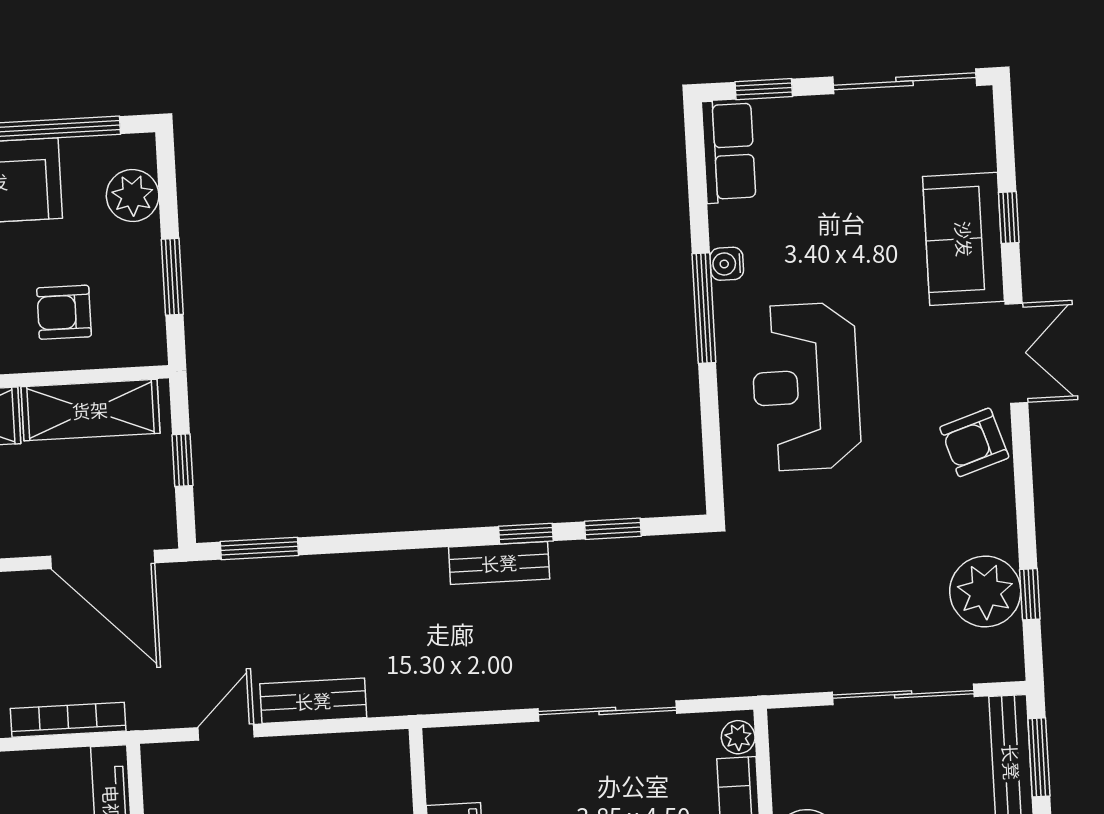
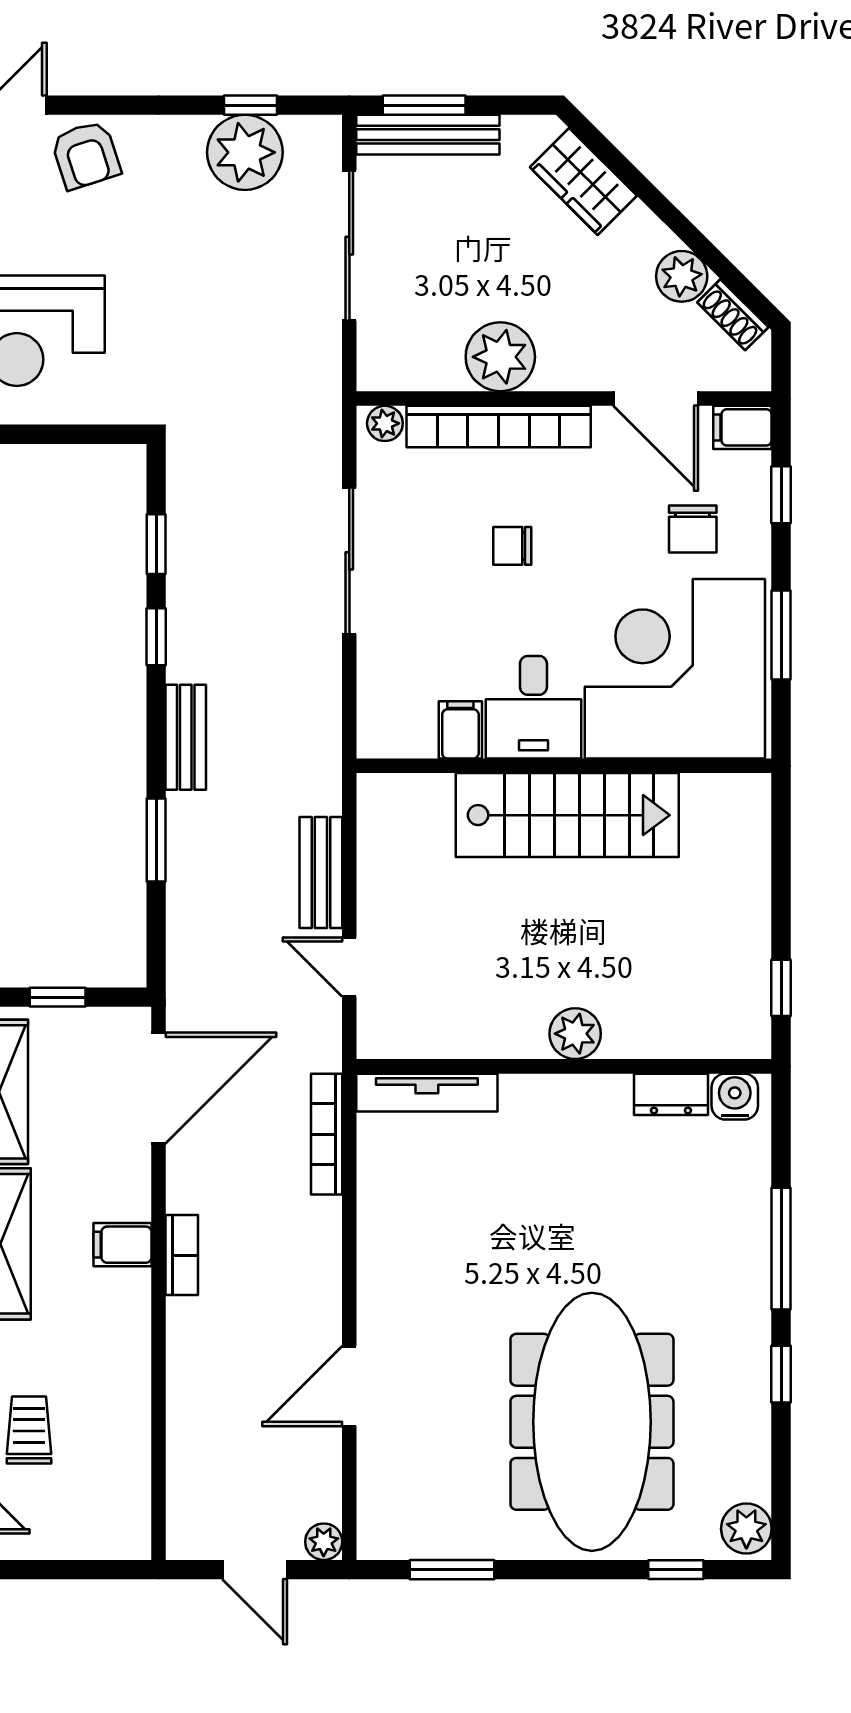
window: (259, 549) -> (156, 840), moved
bench: (499, 563) -> (186, 737), moved

